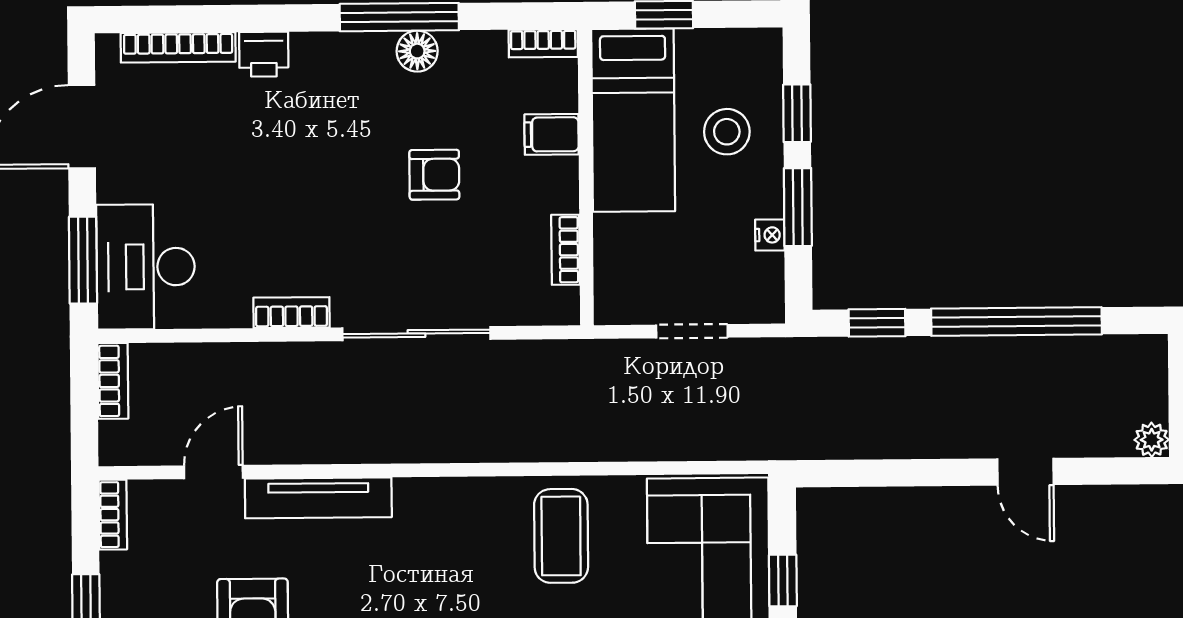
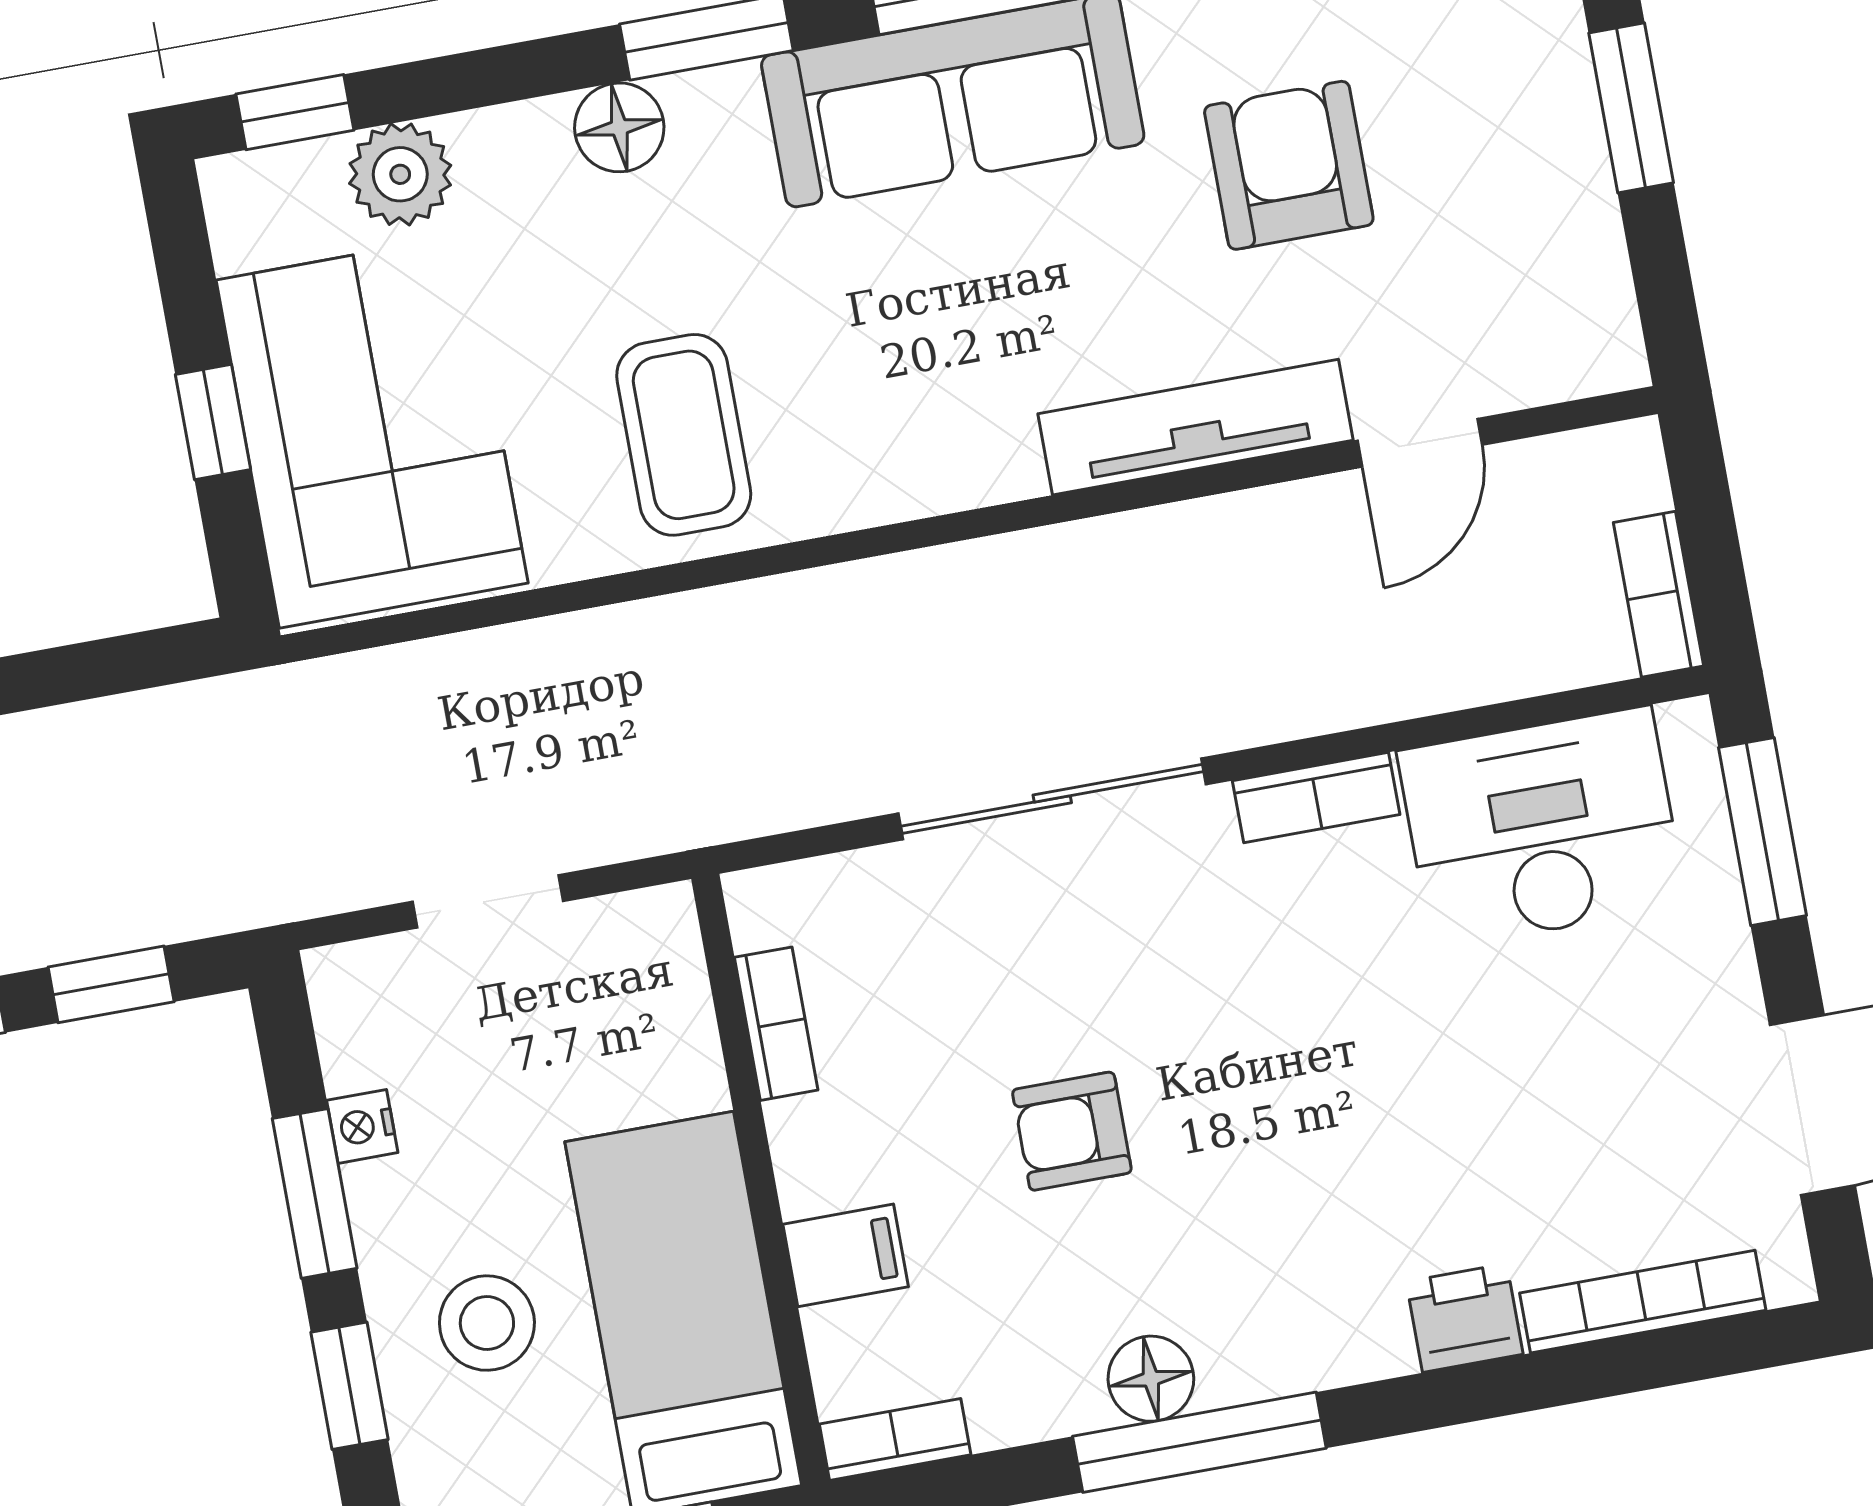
desk: (146, 267) -> (1542, 828), moved, turned -90
bookcase: (113, 515) -> (1611, 320), removed

